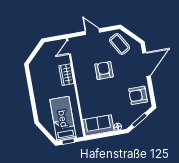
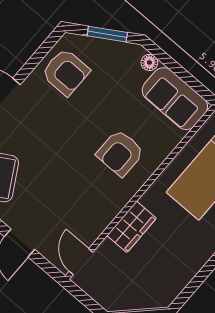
door: (69, 48) -> (81, 262), swing flipped
armchair: (104, 70) -> (120, 153), moved

